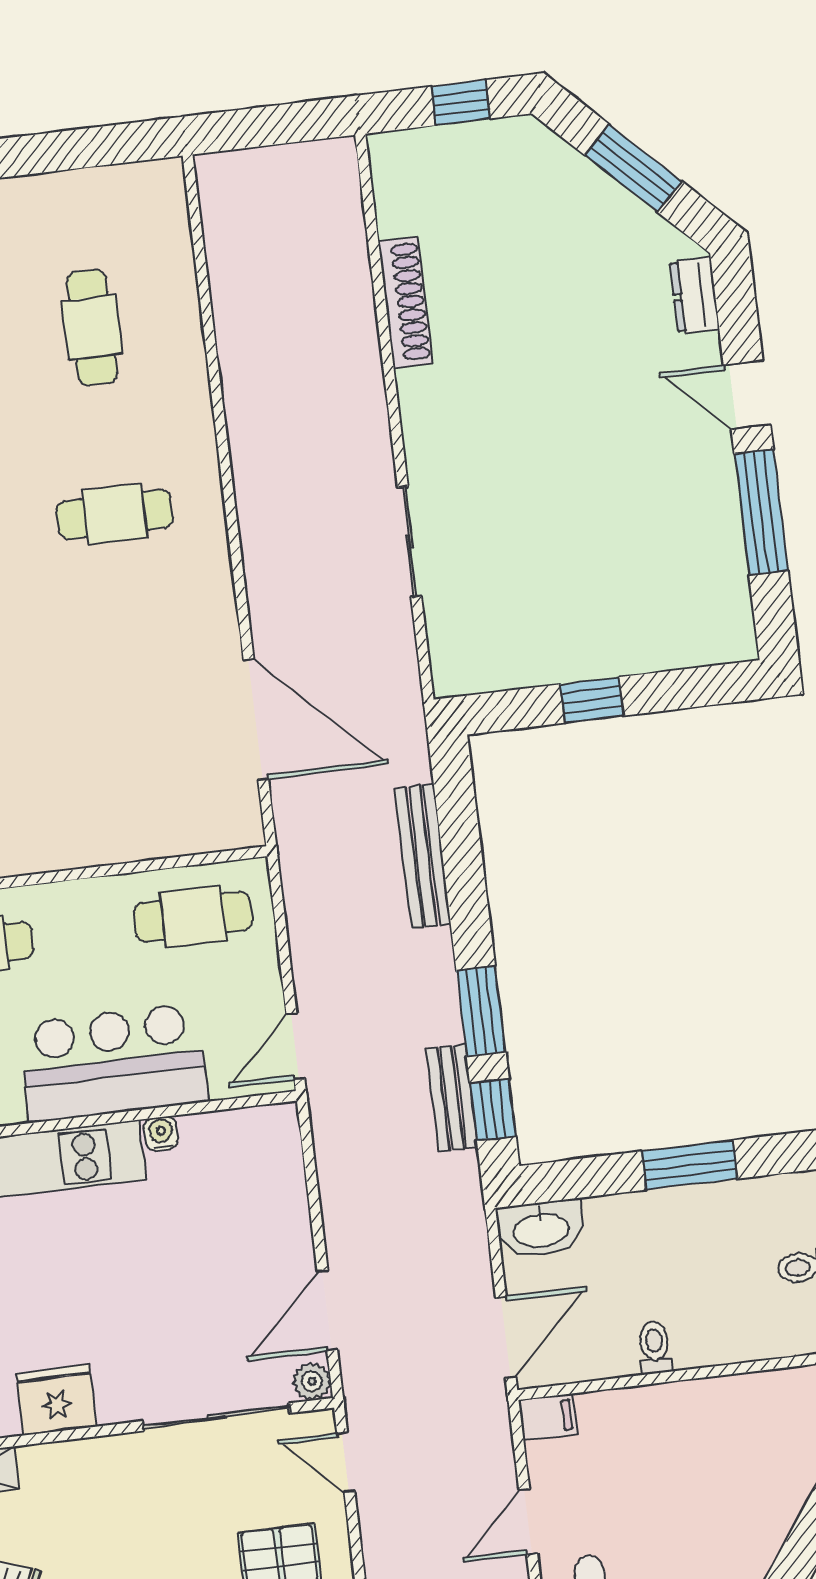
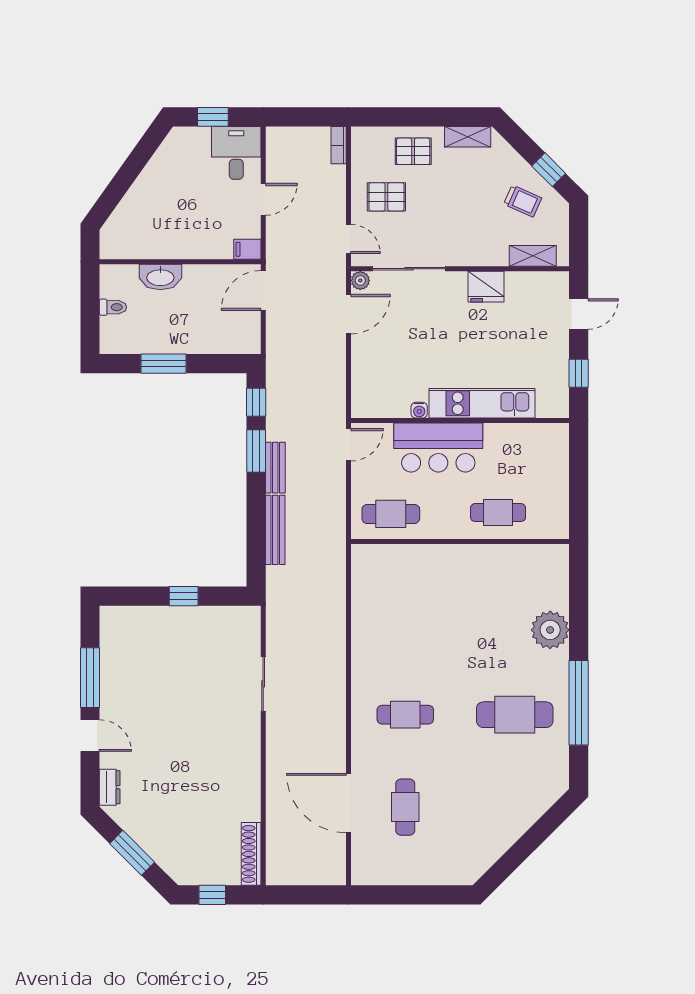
shoe rack: (405, 302) -> (251, 854), moved
door: (256, 719) -> (349, 803), moved
bench: (452, 1098) -> (275, 468), moved
washbasin: (541, 1229) -> (160, 277), moved, turned 180
toilet: (655, 1348) -> (191, 277), removed

